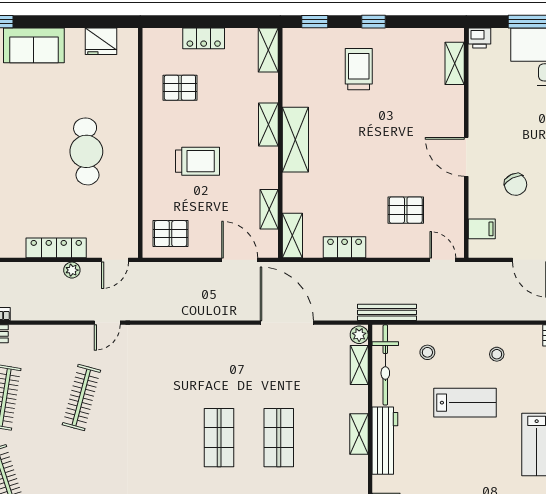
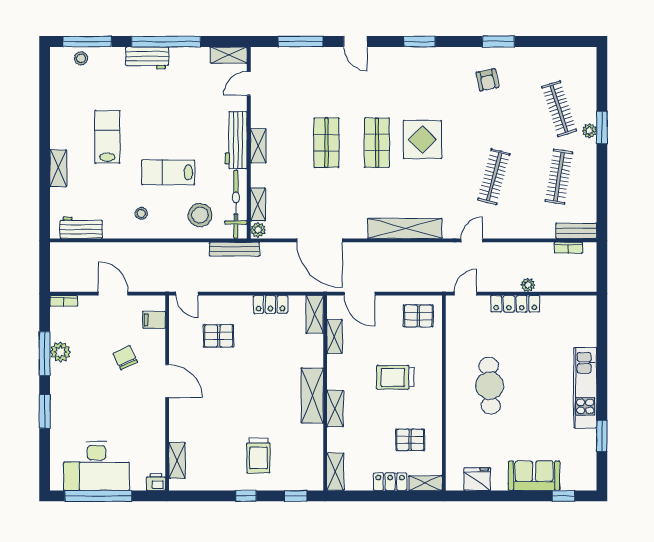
shelving: (162, 37) -> (426, 483), added
plant: (72, 270) -> (528, 285), moved
shelving: (186, 337) -> (405, 228), added
stool: (427, 352) -> (200, 215), width x1.89, depth x1.89
display table: (166, 441) -> (422, 140), added

